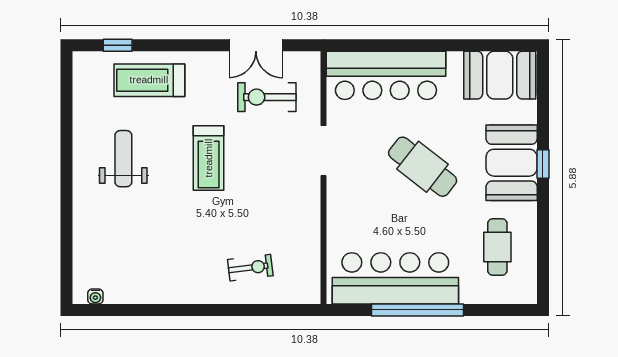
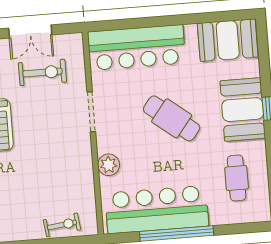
exercise bike: (267, 97) -> (42, 72), turned 180
plant: (340, 218) -> (109, 165), added
exercise bike: (250, 268) -> (62, 225), moved

